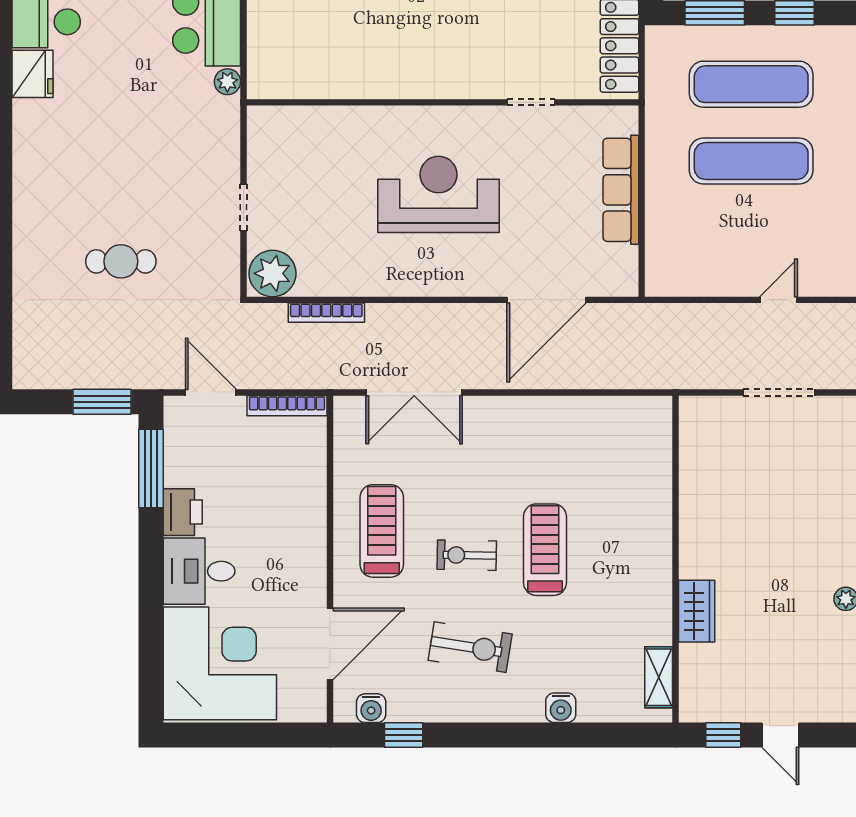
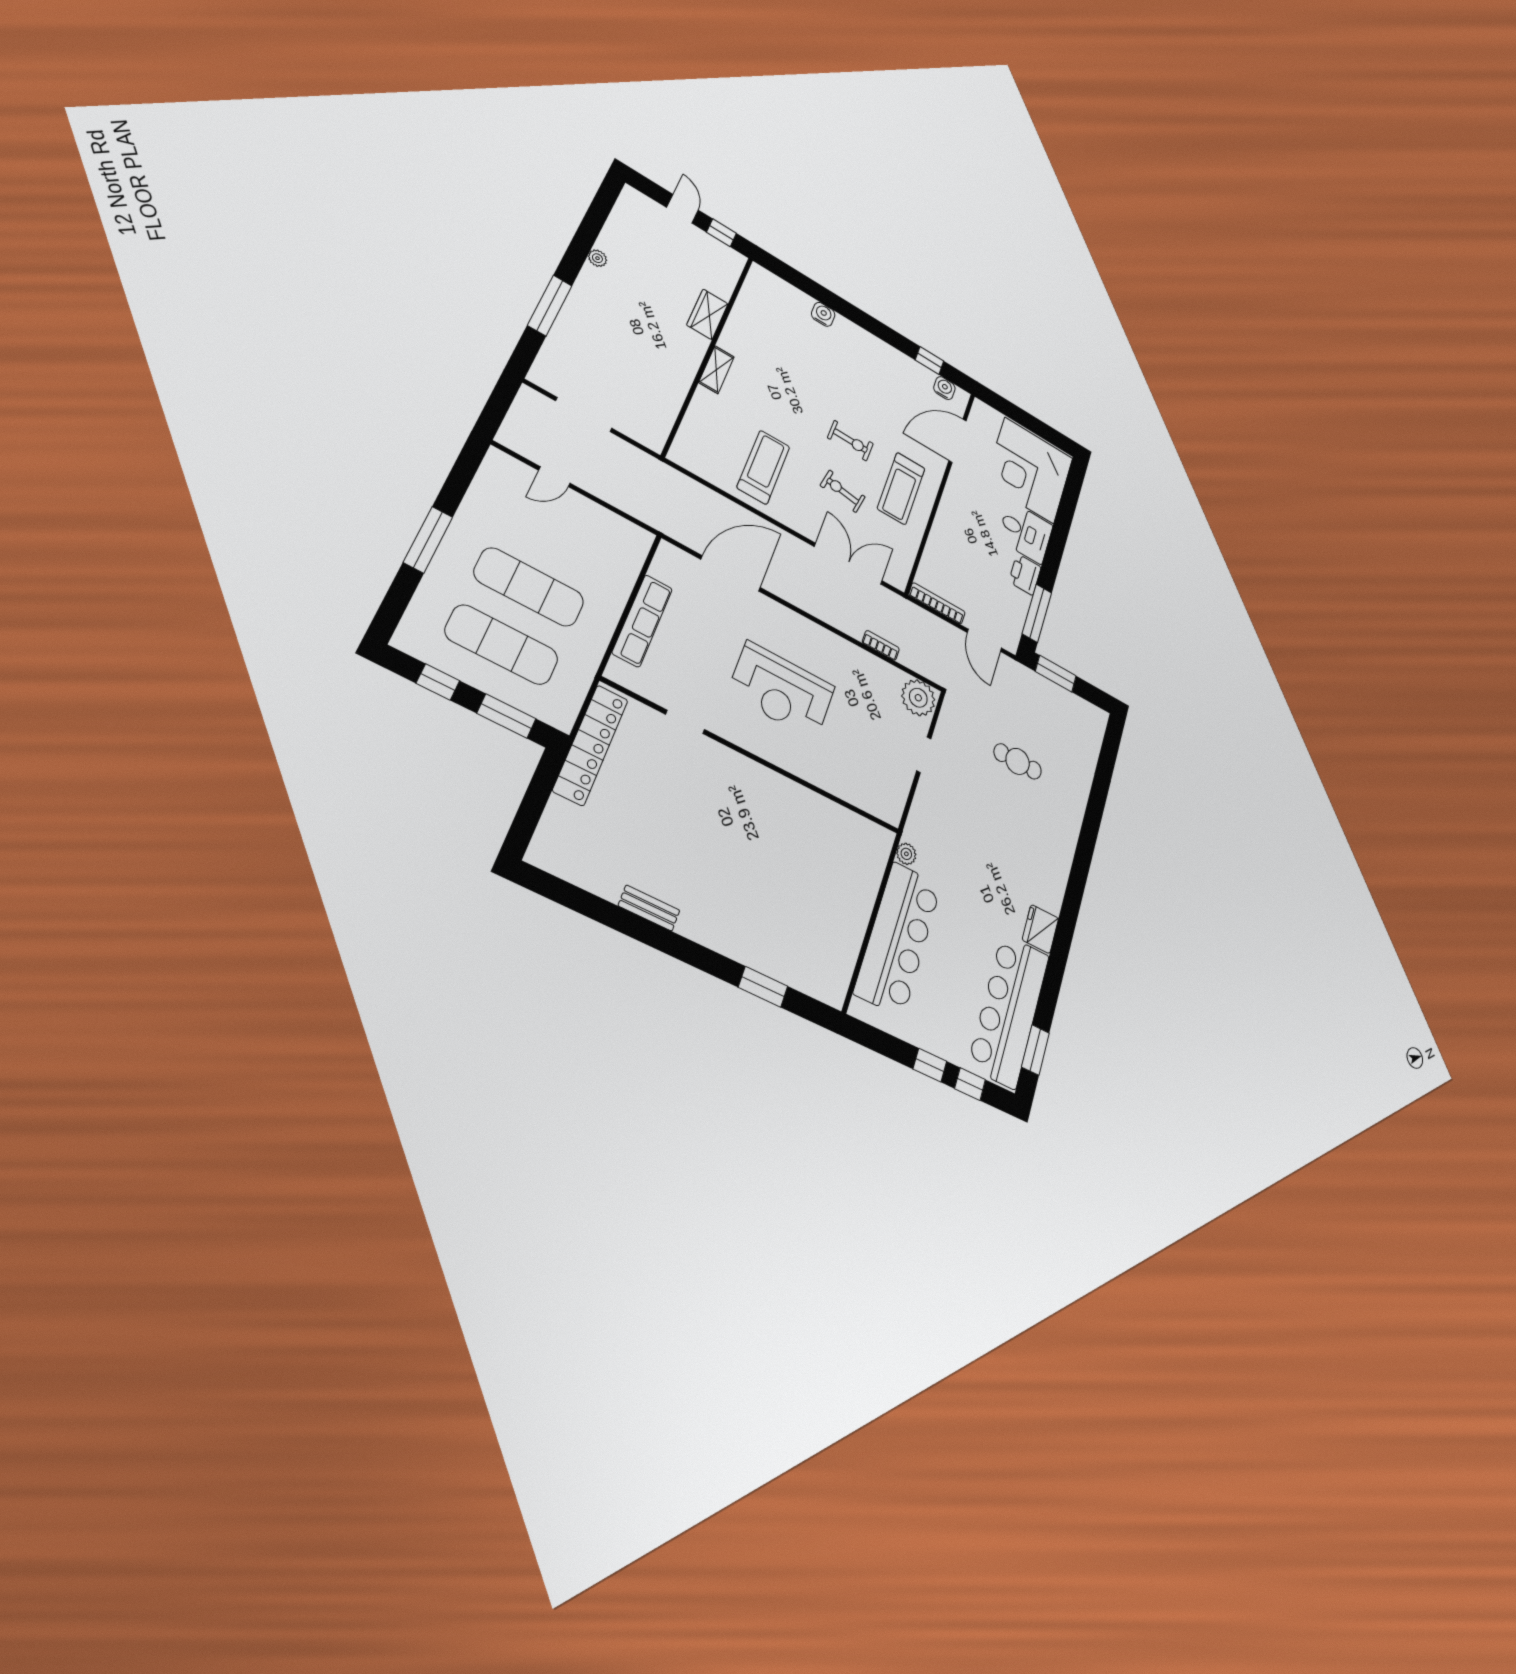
bookcase: (326, 313) -> (881, 645), width x0.64
treadmill: (545, 550) -> (763, 467), moved, turned 180
exercise bike: (470, 647) -> (843, 491), moved, width x0.73, depth x0.72
shelving: (659, 677) -> (716, 370), moved

